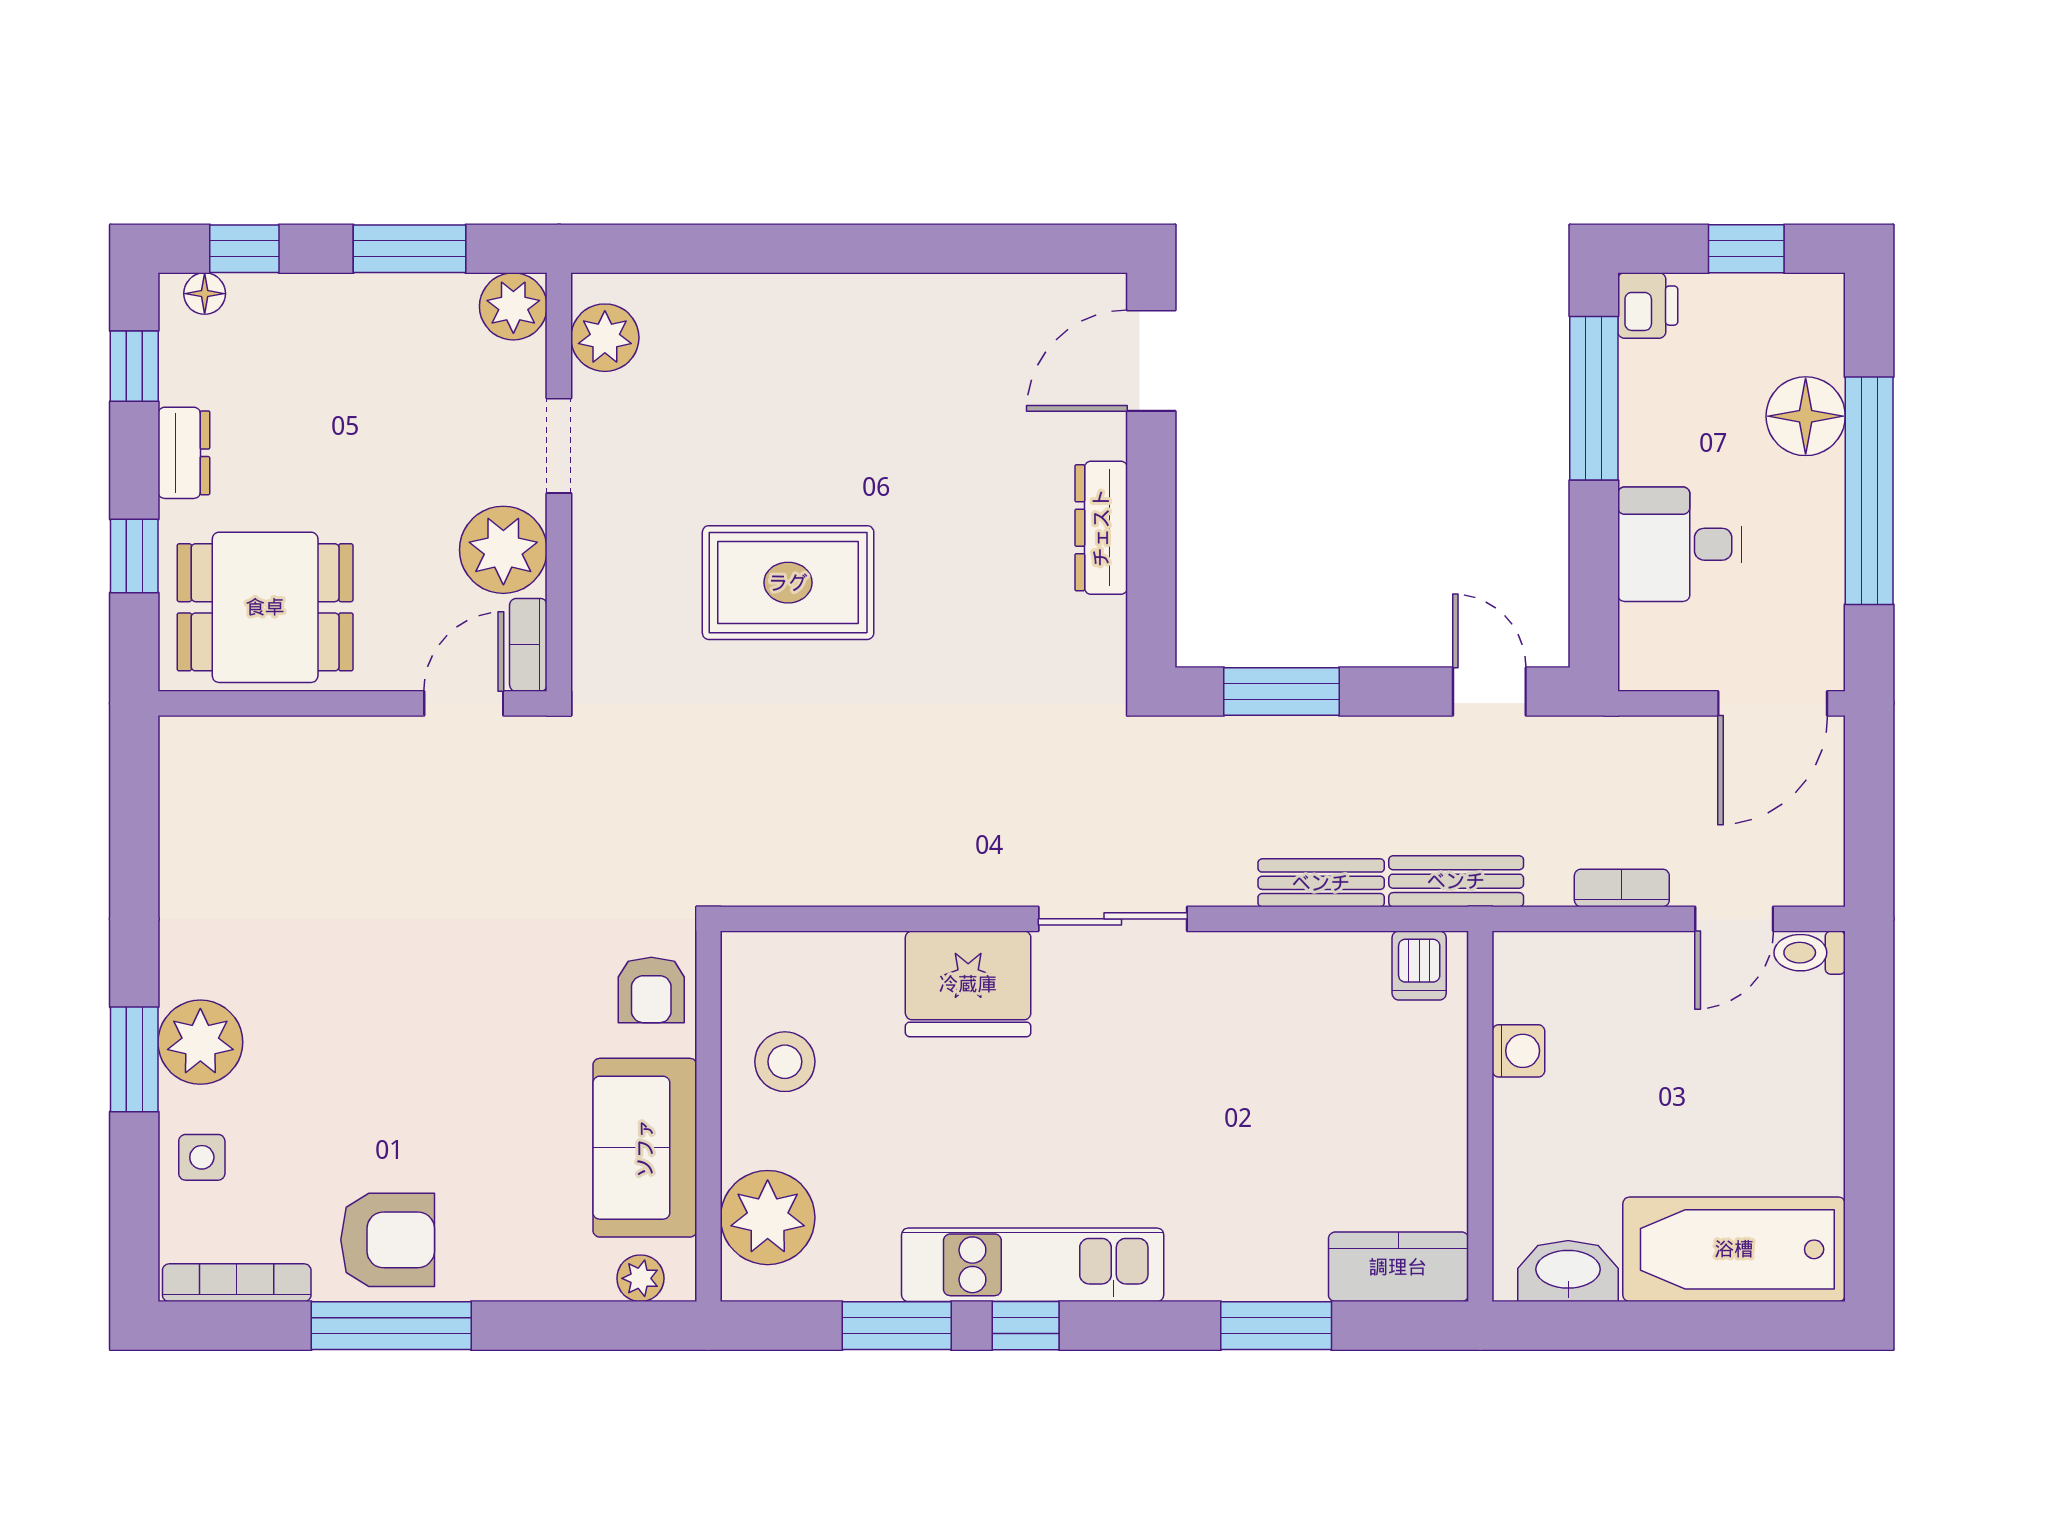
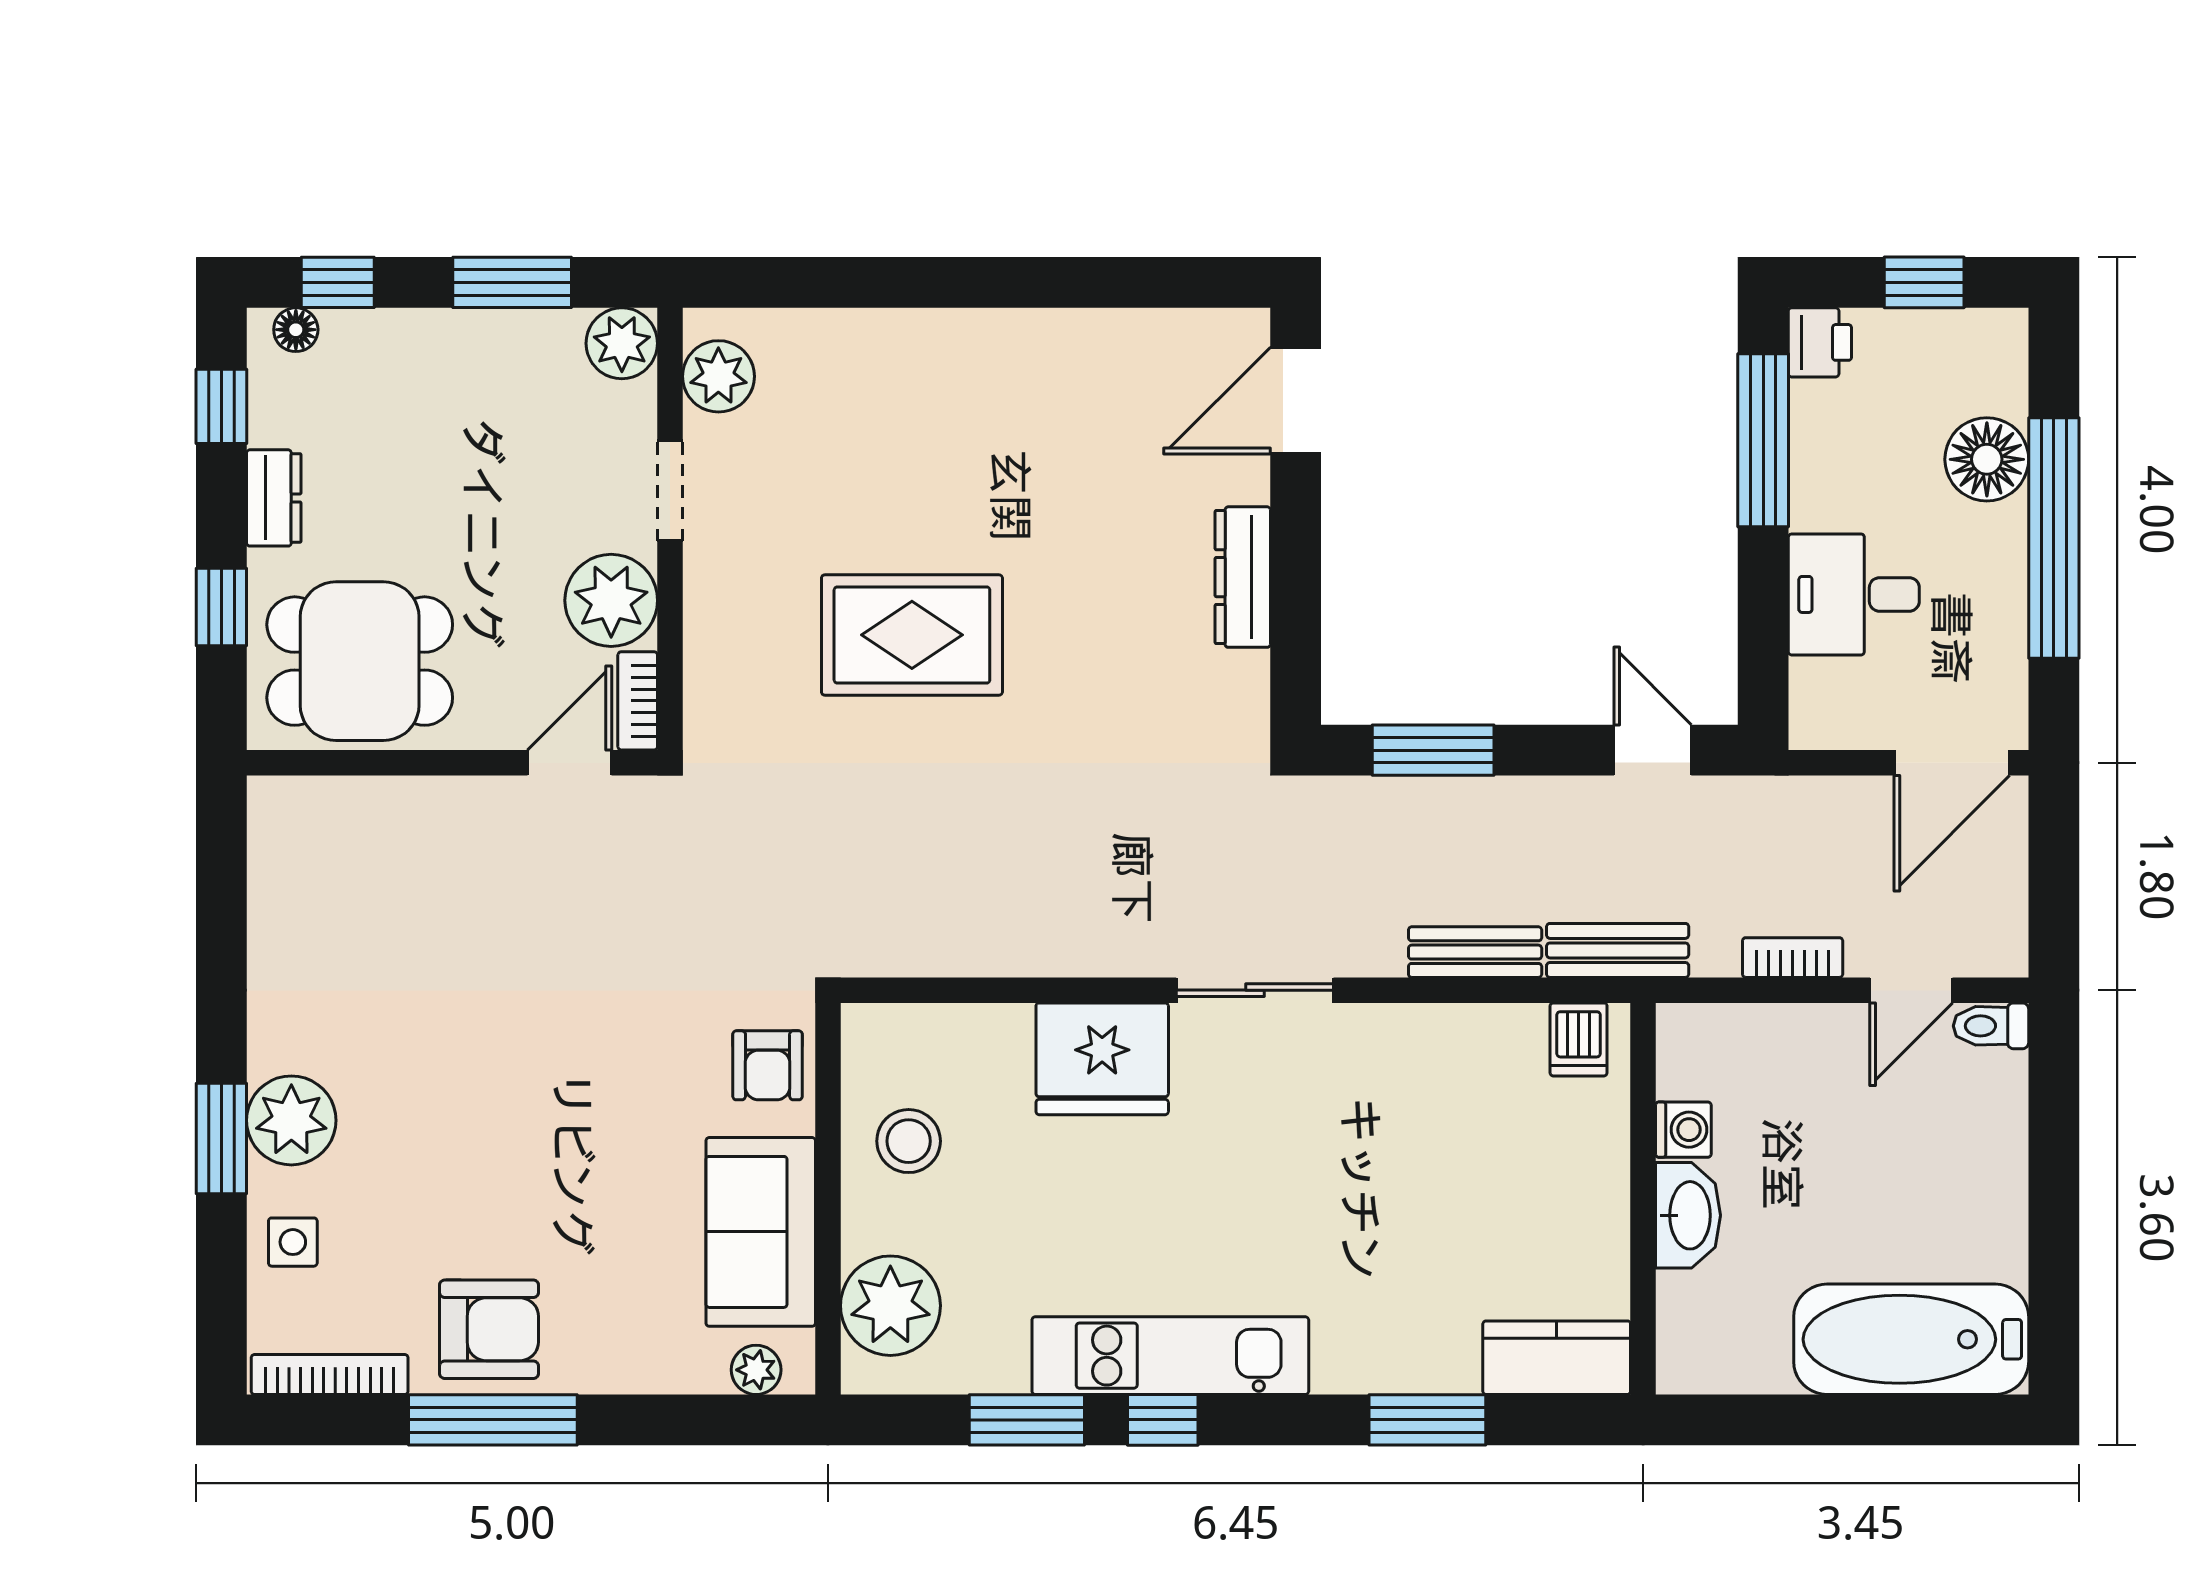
washbasin: (1568, 1271) -> (1688, 1215), moved, turned 90

